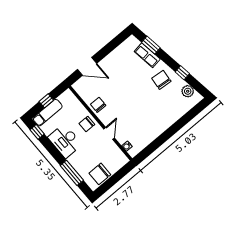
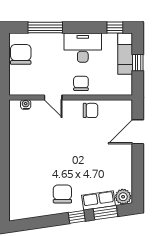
window: (182, 73) -> (77, 217), moved
chair: (161, 80) -> (62, 194), turned -95
plant: (188, 91) -> (123, 197), moved

